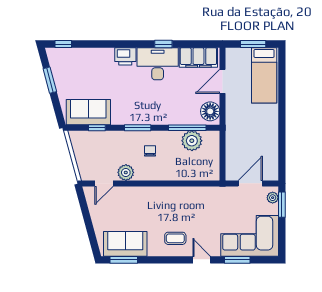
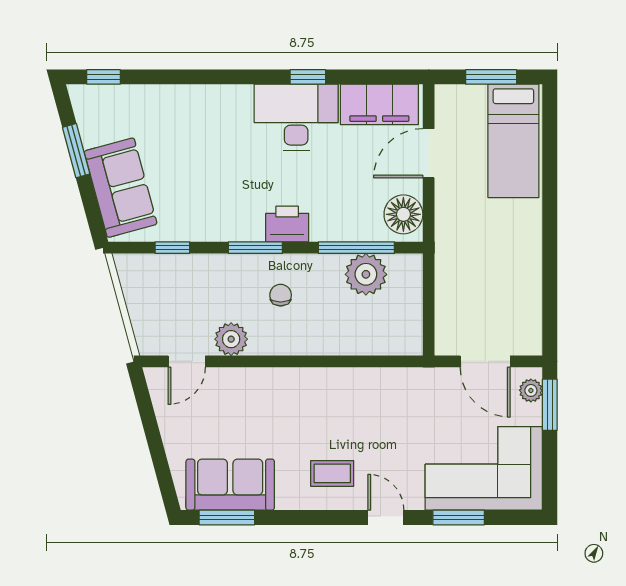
printer: (125, 56) -> (287, 224), moved, turned 180
sofa: (88, 112) -> (121, 188), moved, turned 75
door: (250, 183) -> (485, 361), swing flipped

